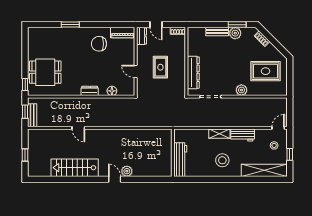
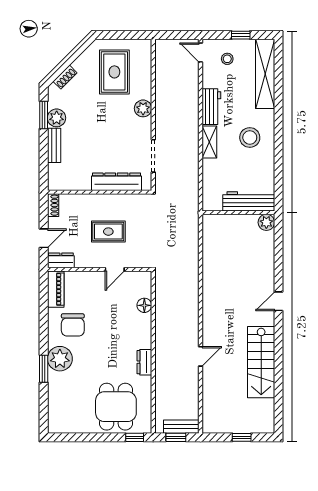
plant: (77, 35) -> (60, 359), added
dresser: (90, 91) -> (144, 362), moved
plant: (127, 171) -> (266, 222), moved

